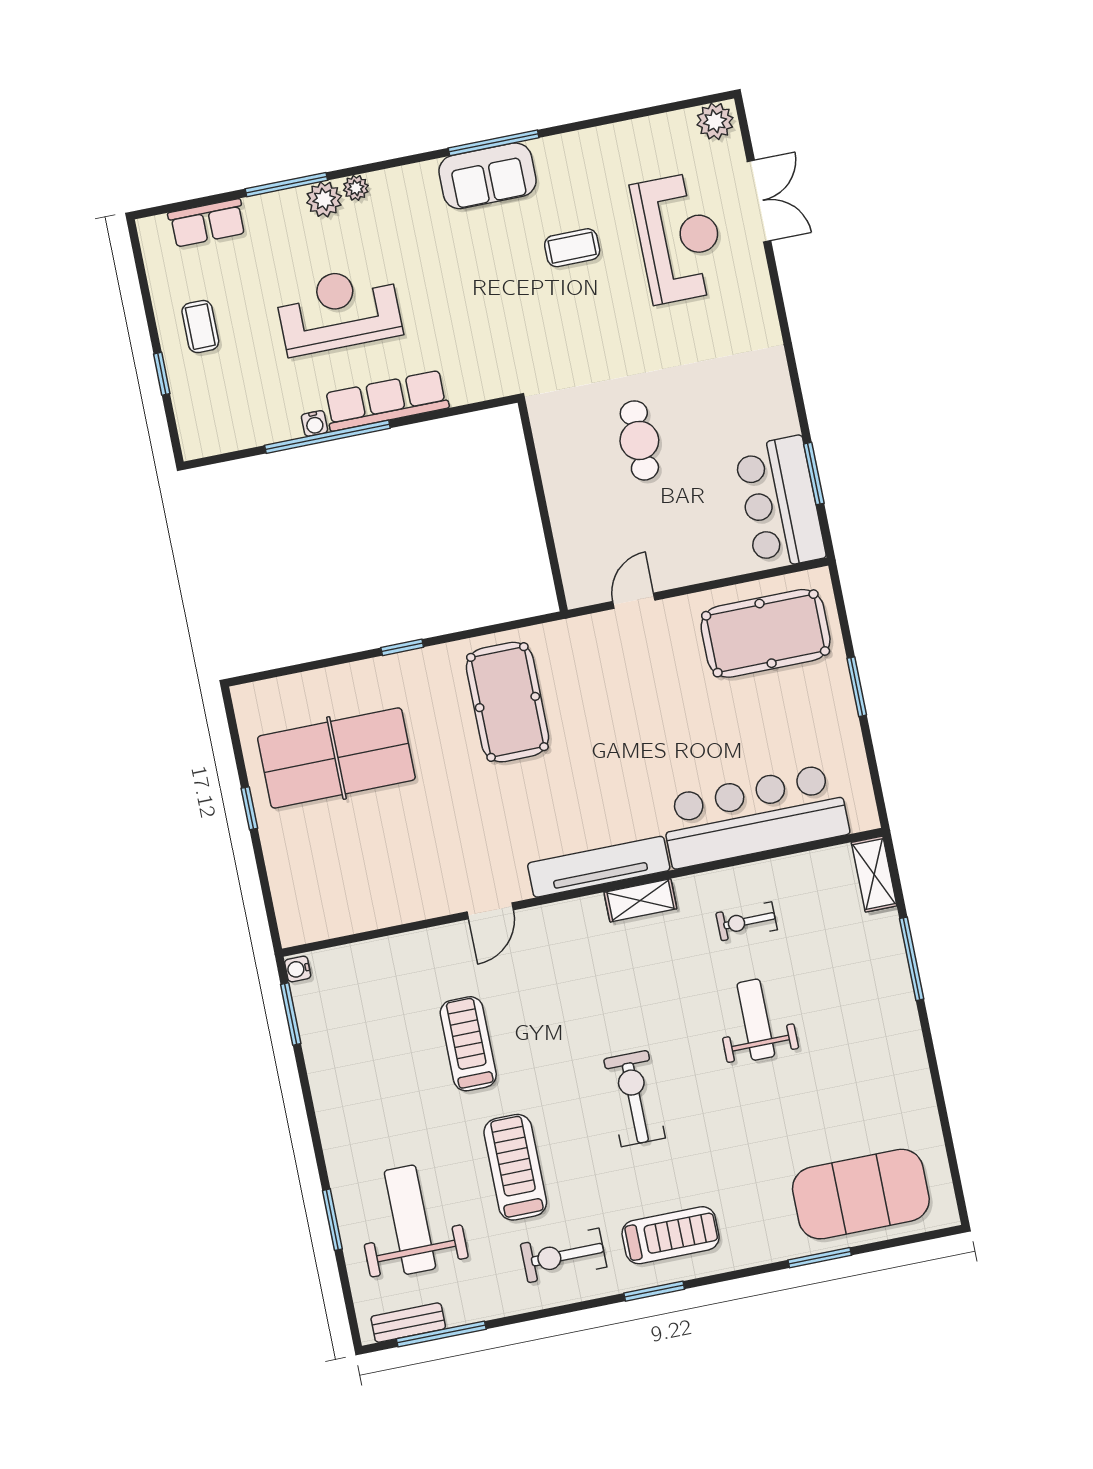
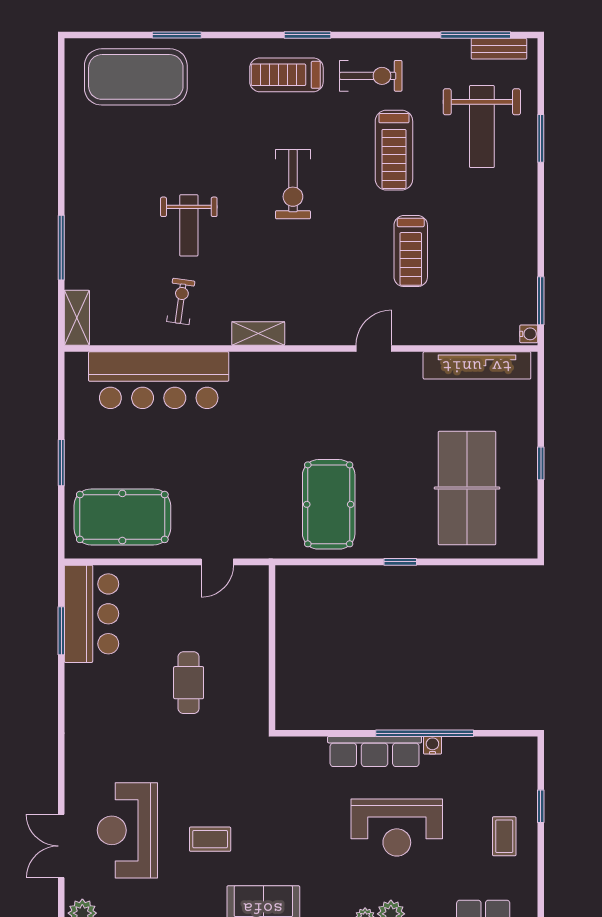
table tennis table: (336, 758) -> (467, 488), turned 90
tv unit: (599, 867) -> (477, 365), moved
exercise bike: (747, 921) -> (181, 301), turned -82

